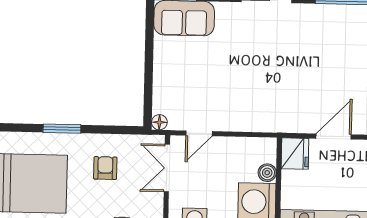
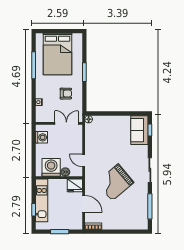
grand piano: (291, 71) -> (115, 182), added
door: (199, 133) -> (84, 160), moved

